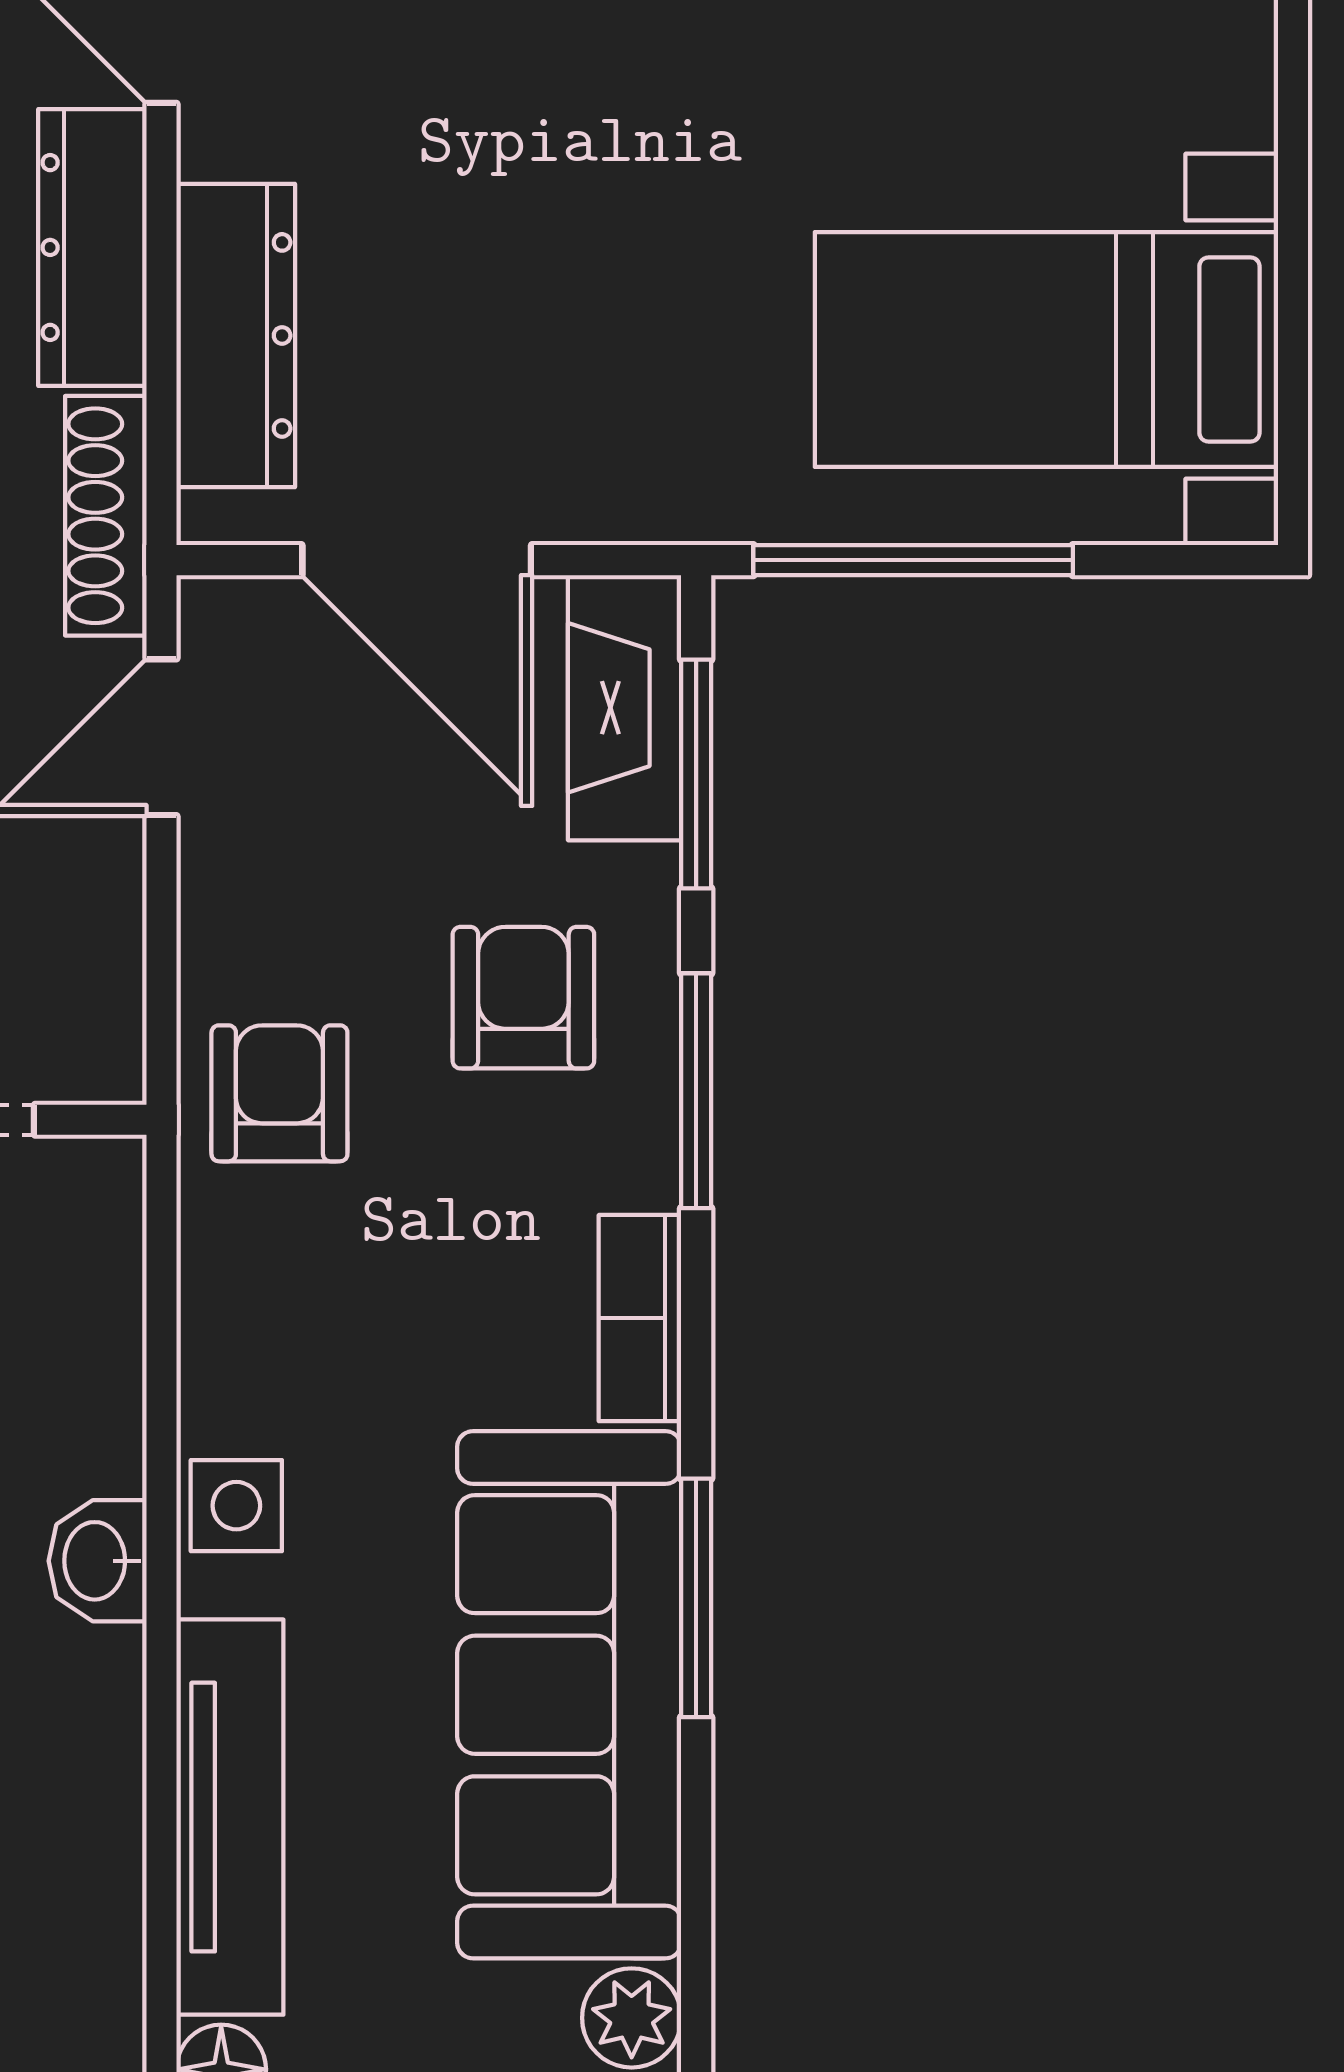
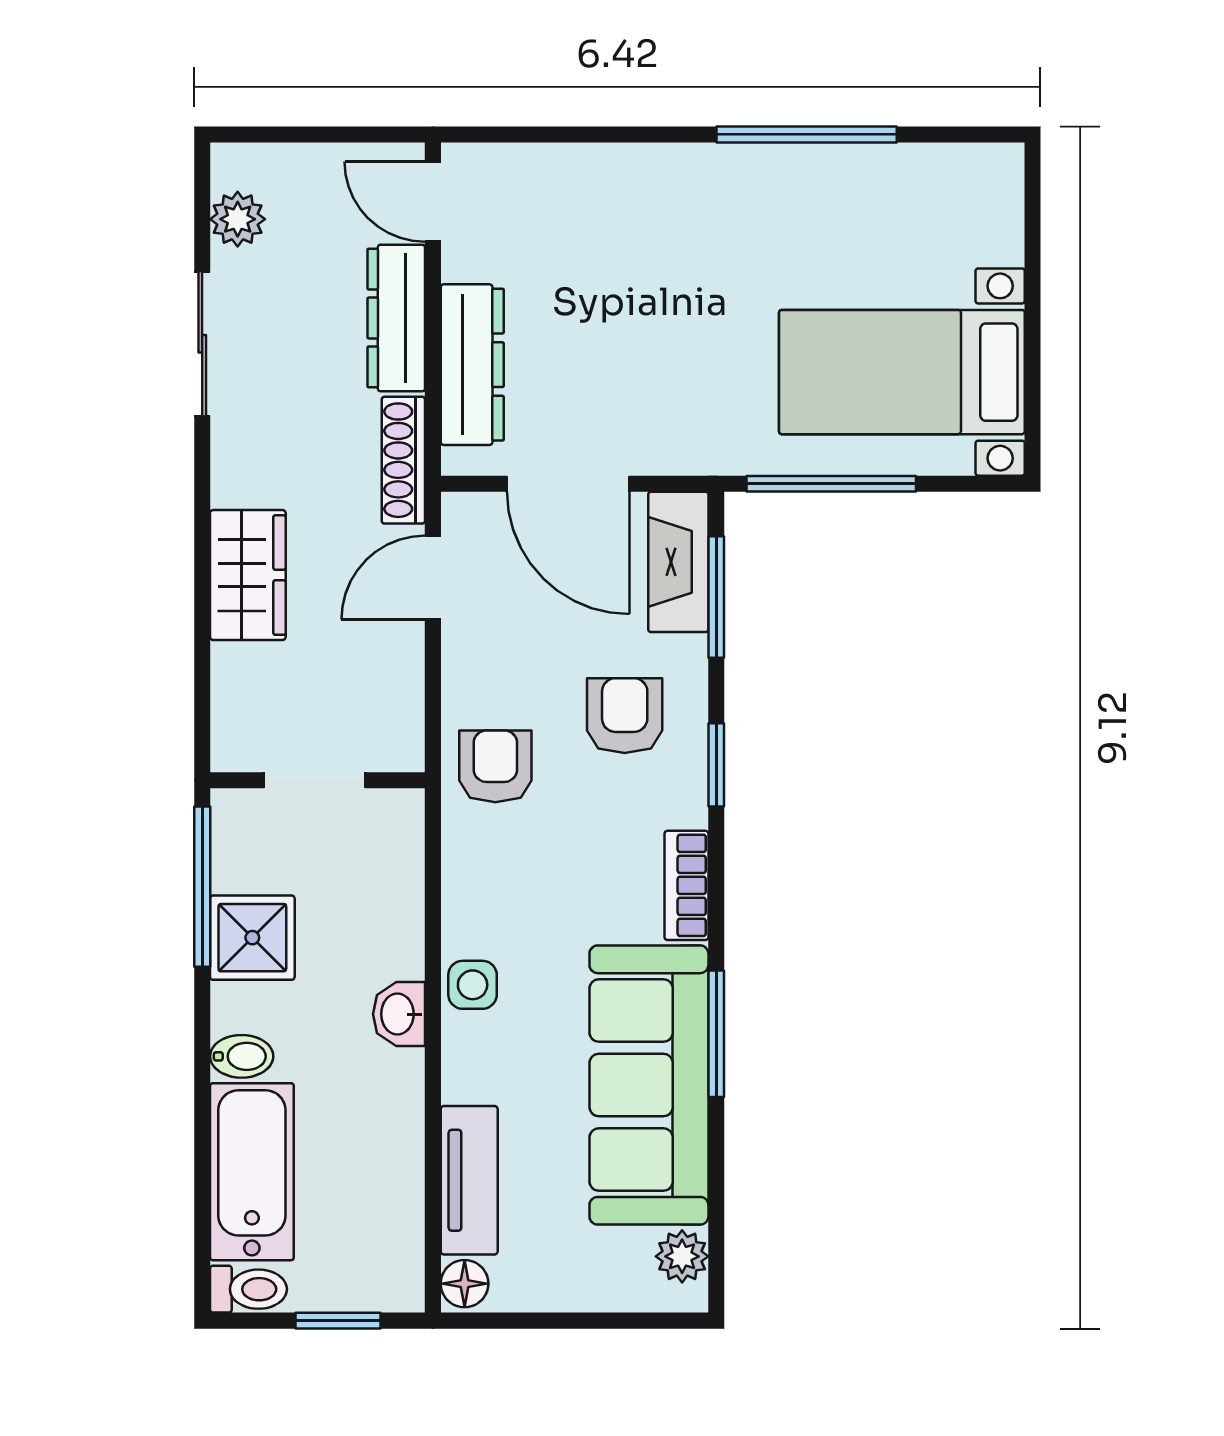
window: (696, 1091) -> (716, 765), width x0.67
tv unit: (230, 1817) -> (469, 1180), width x0.71

